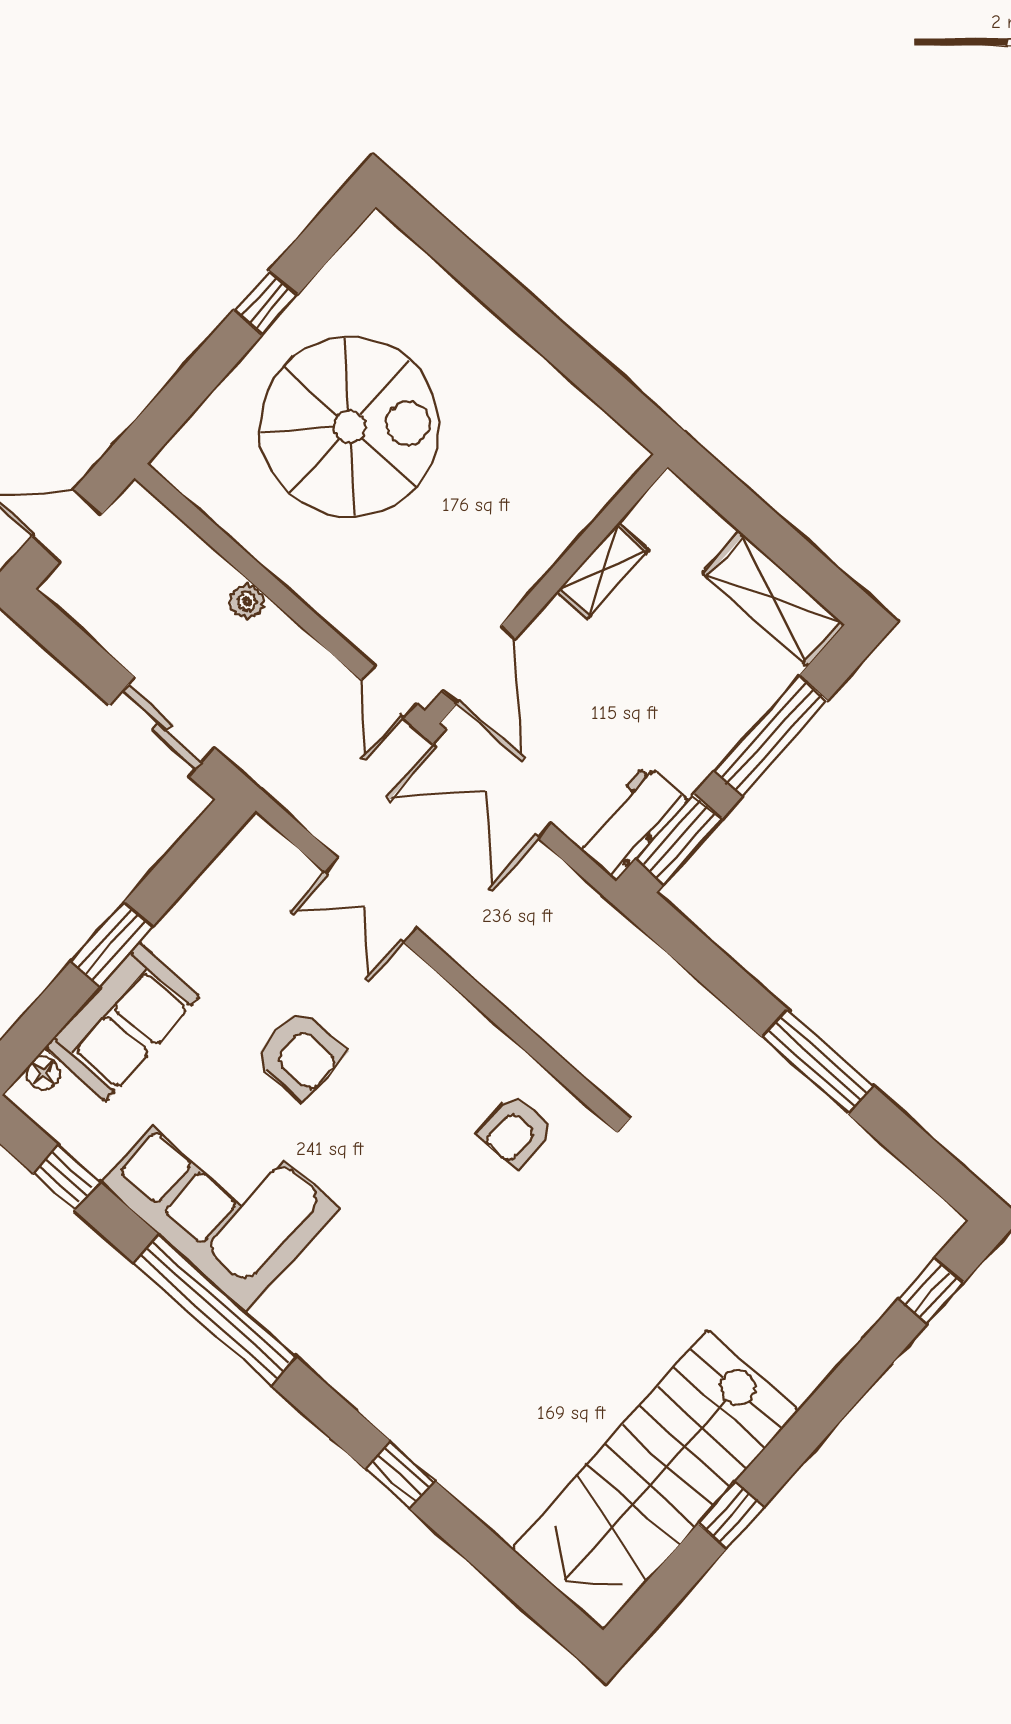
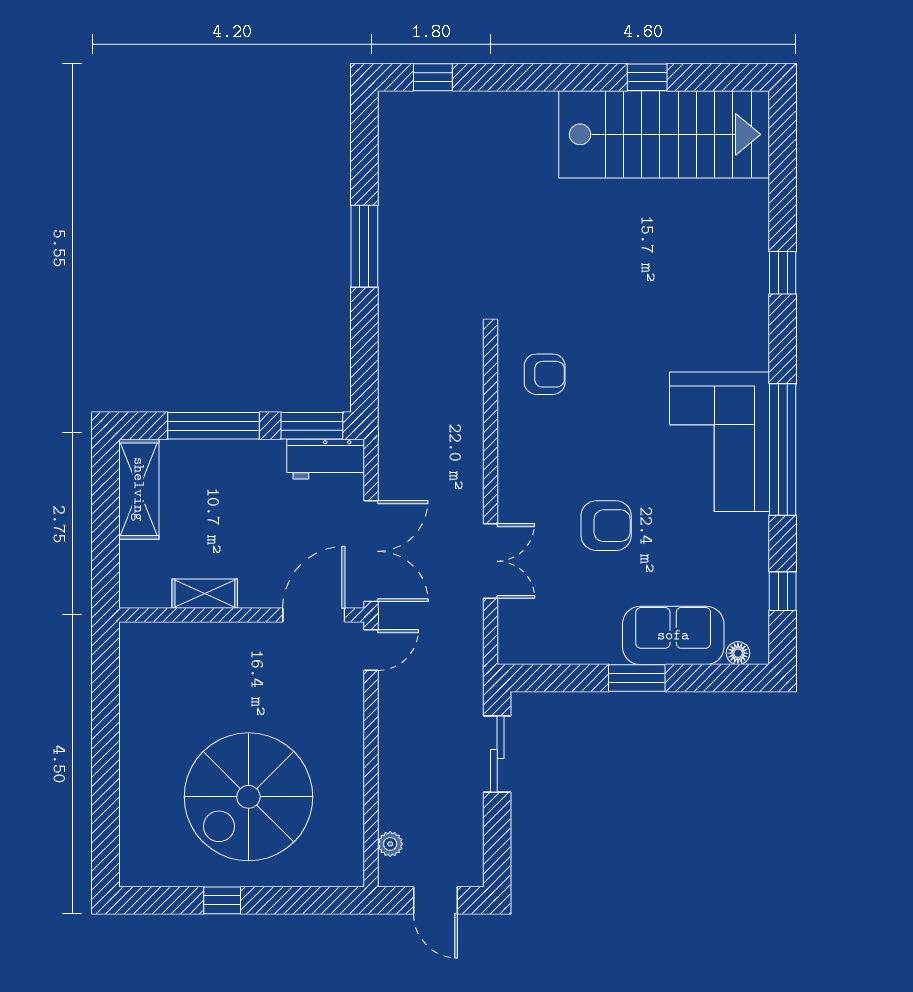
spiral stairs: (349, 427) -> (248, 797), turned -90
plant: (247, 602) -> (390, 844), moved
armchair: (300, 1054) -> (606, 526), turned 90
corner sofa: (220, 1196) -> (719, 442), moved

